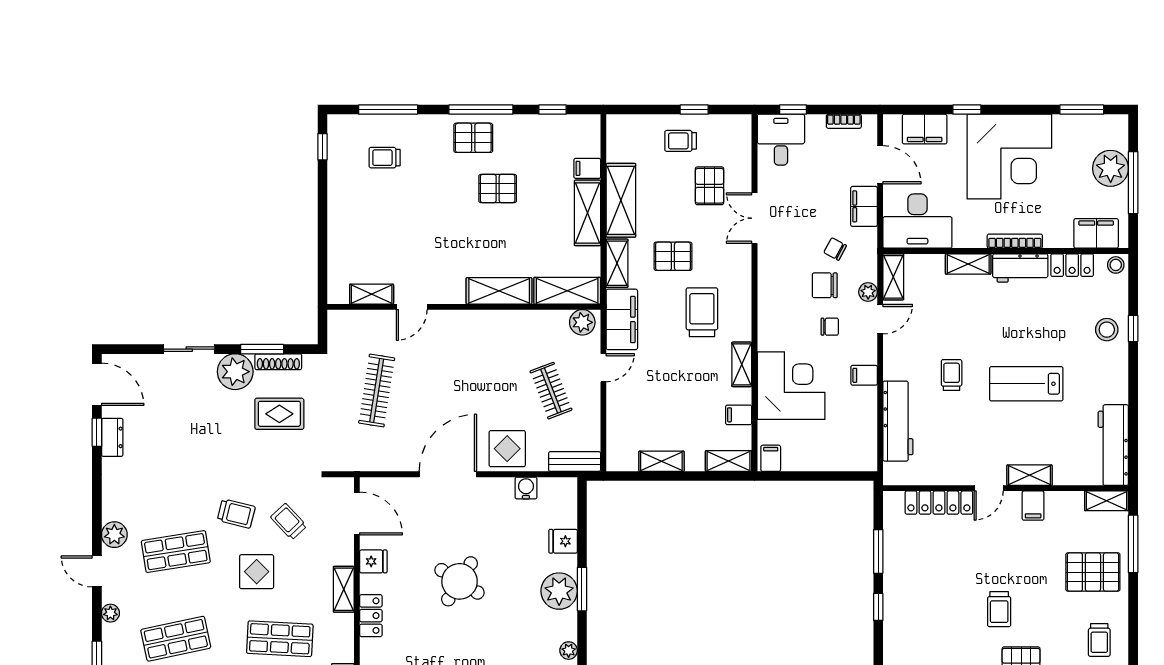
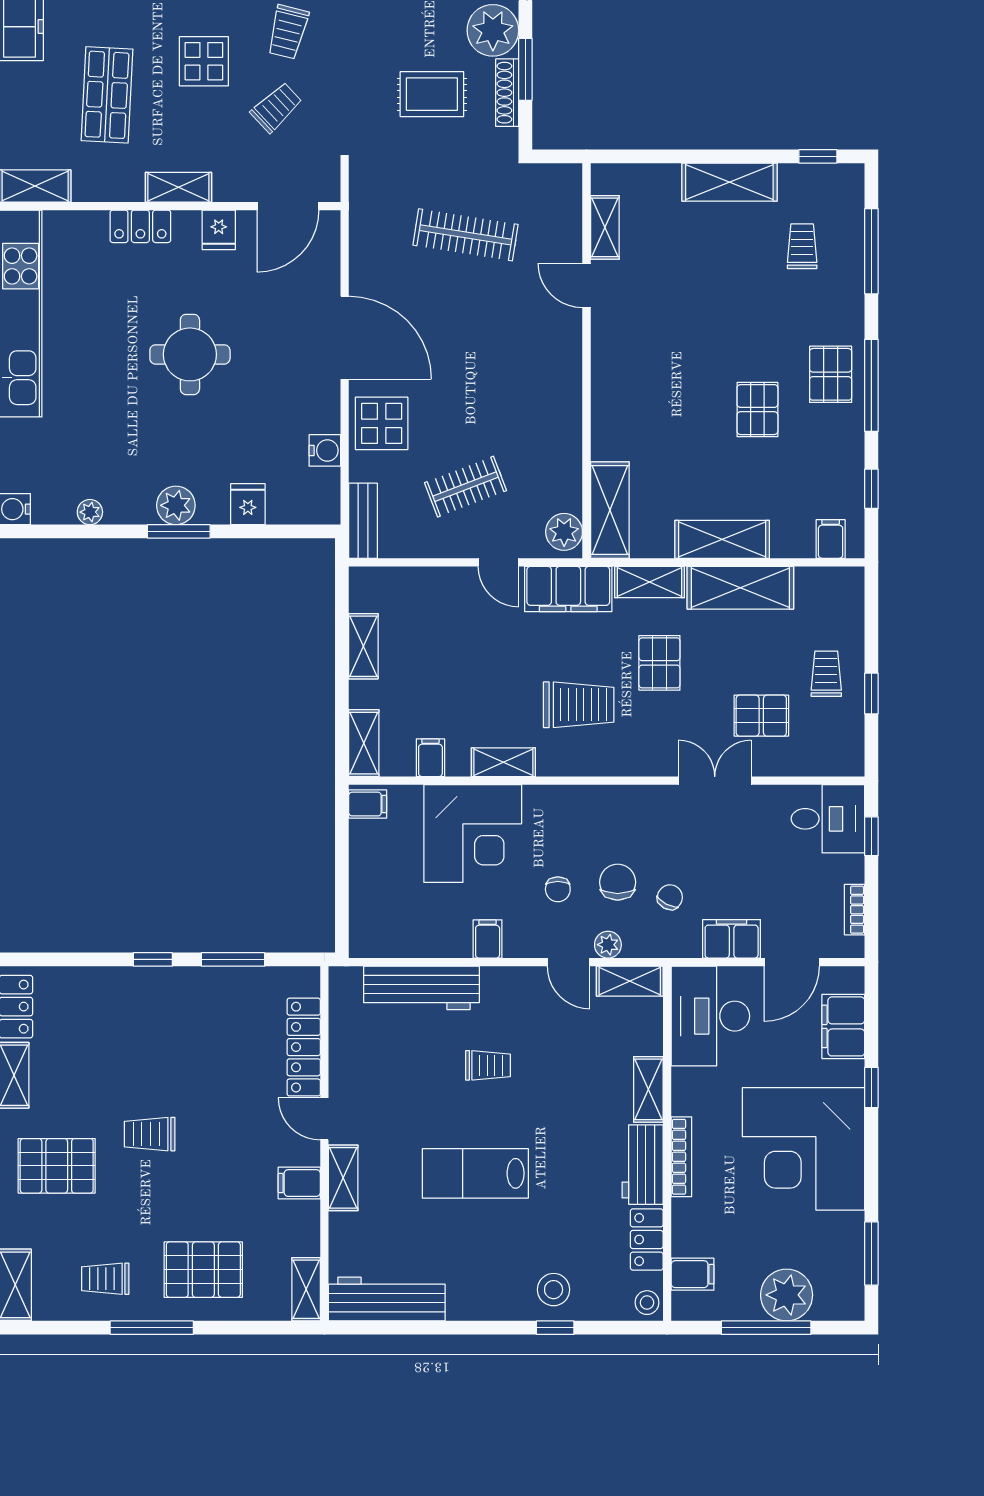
filing cabinet: (587, 168) -> (831, 539), moved
filing cabinet: (1096, 233) -> (693, 1274), width x0.50
shelving: (499, 291) -> (729, 182), moved, turned 90
lab bench: (1026, 384) -> (475, 1173), turned -90
rug: (279, 414) -> (432, 94), turned 90
window: (1133, 544) -> (152, 1328), moved
pallet: (1093, 572) -> (203, 1270), turned 90
round table: (460, 581) -> (190, 354), turned -32
plant: (559, 591) -> (176, 505), width x0.73, depth x0.73

